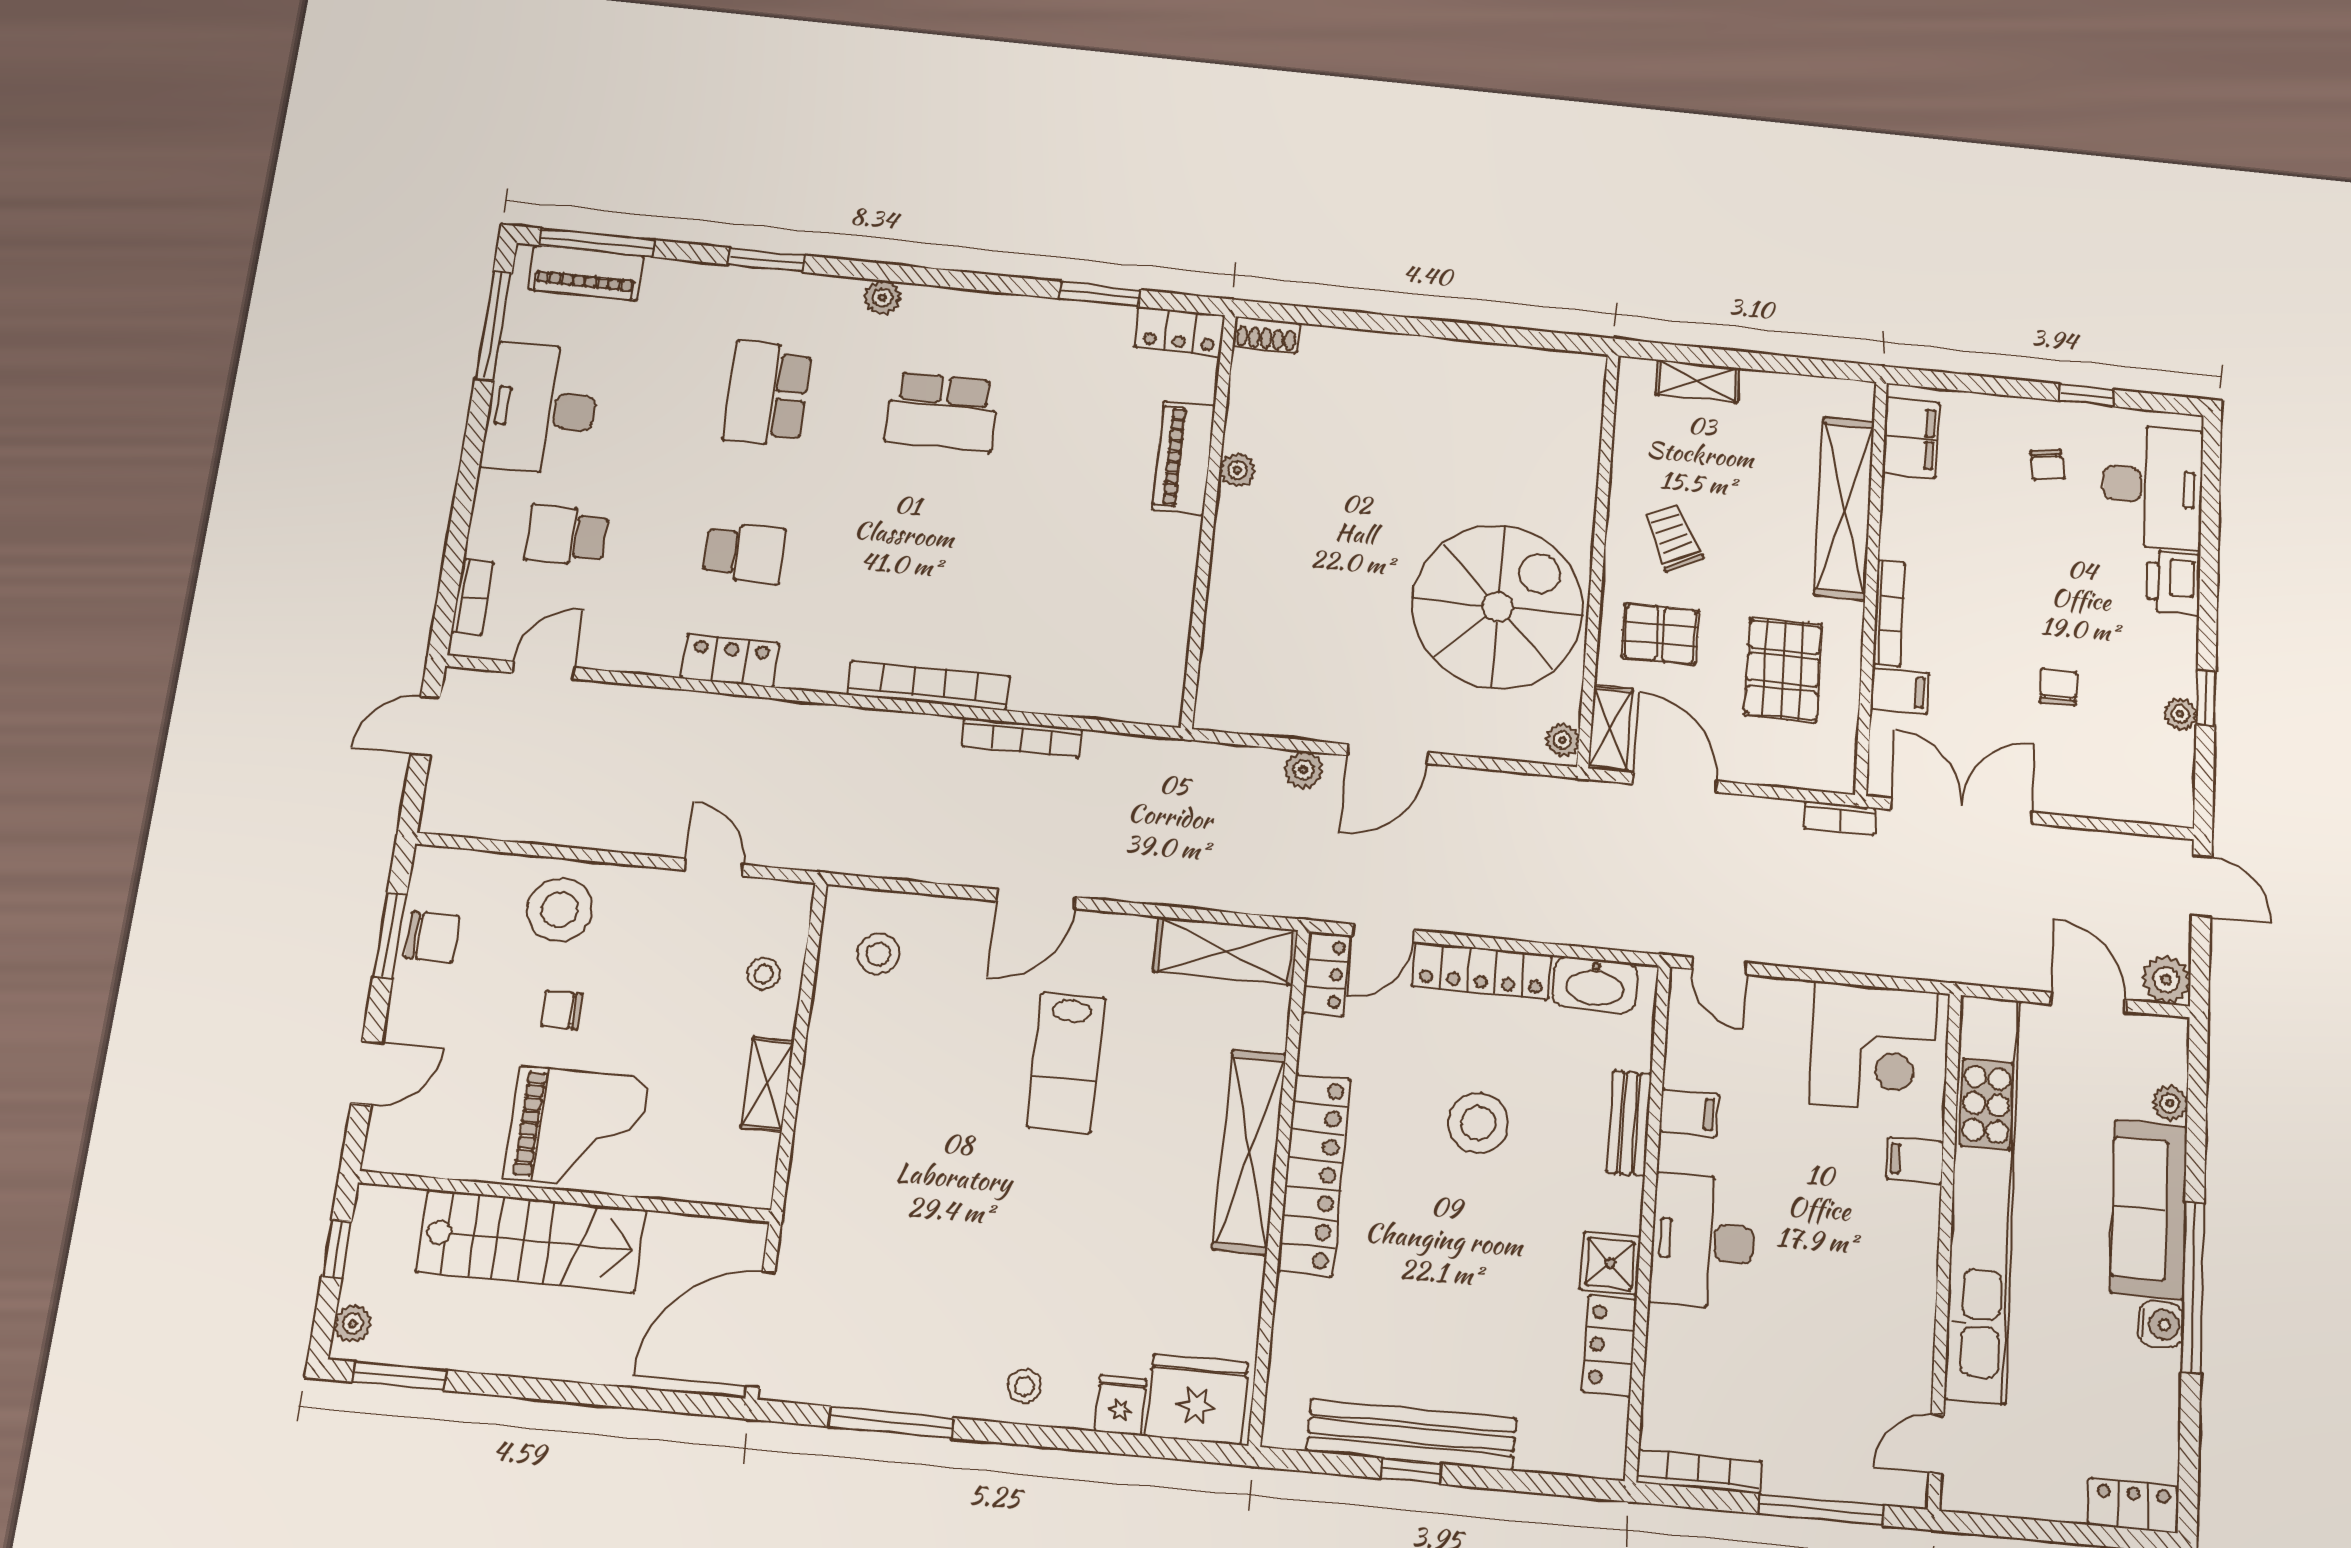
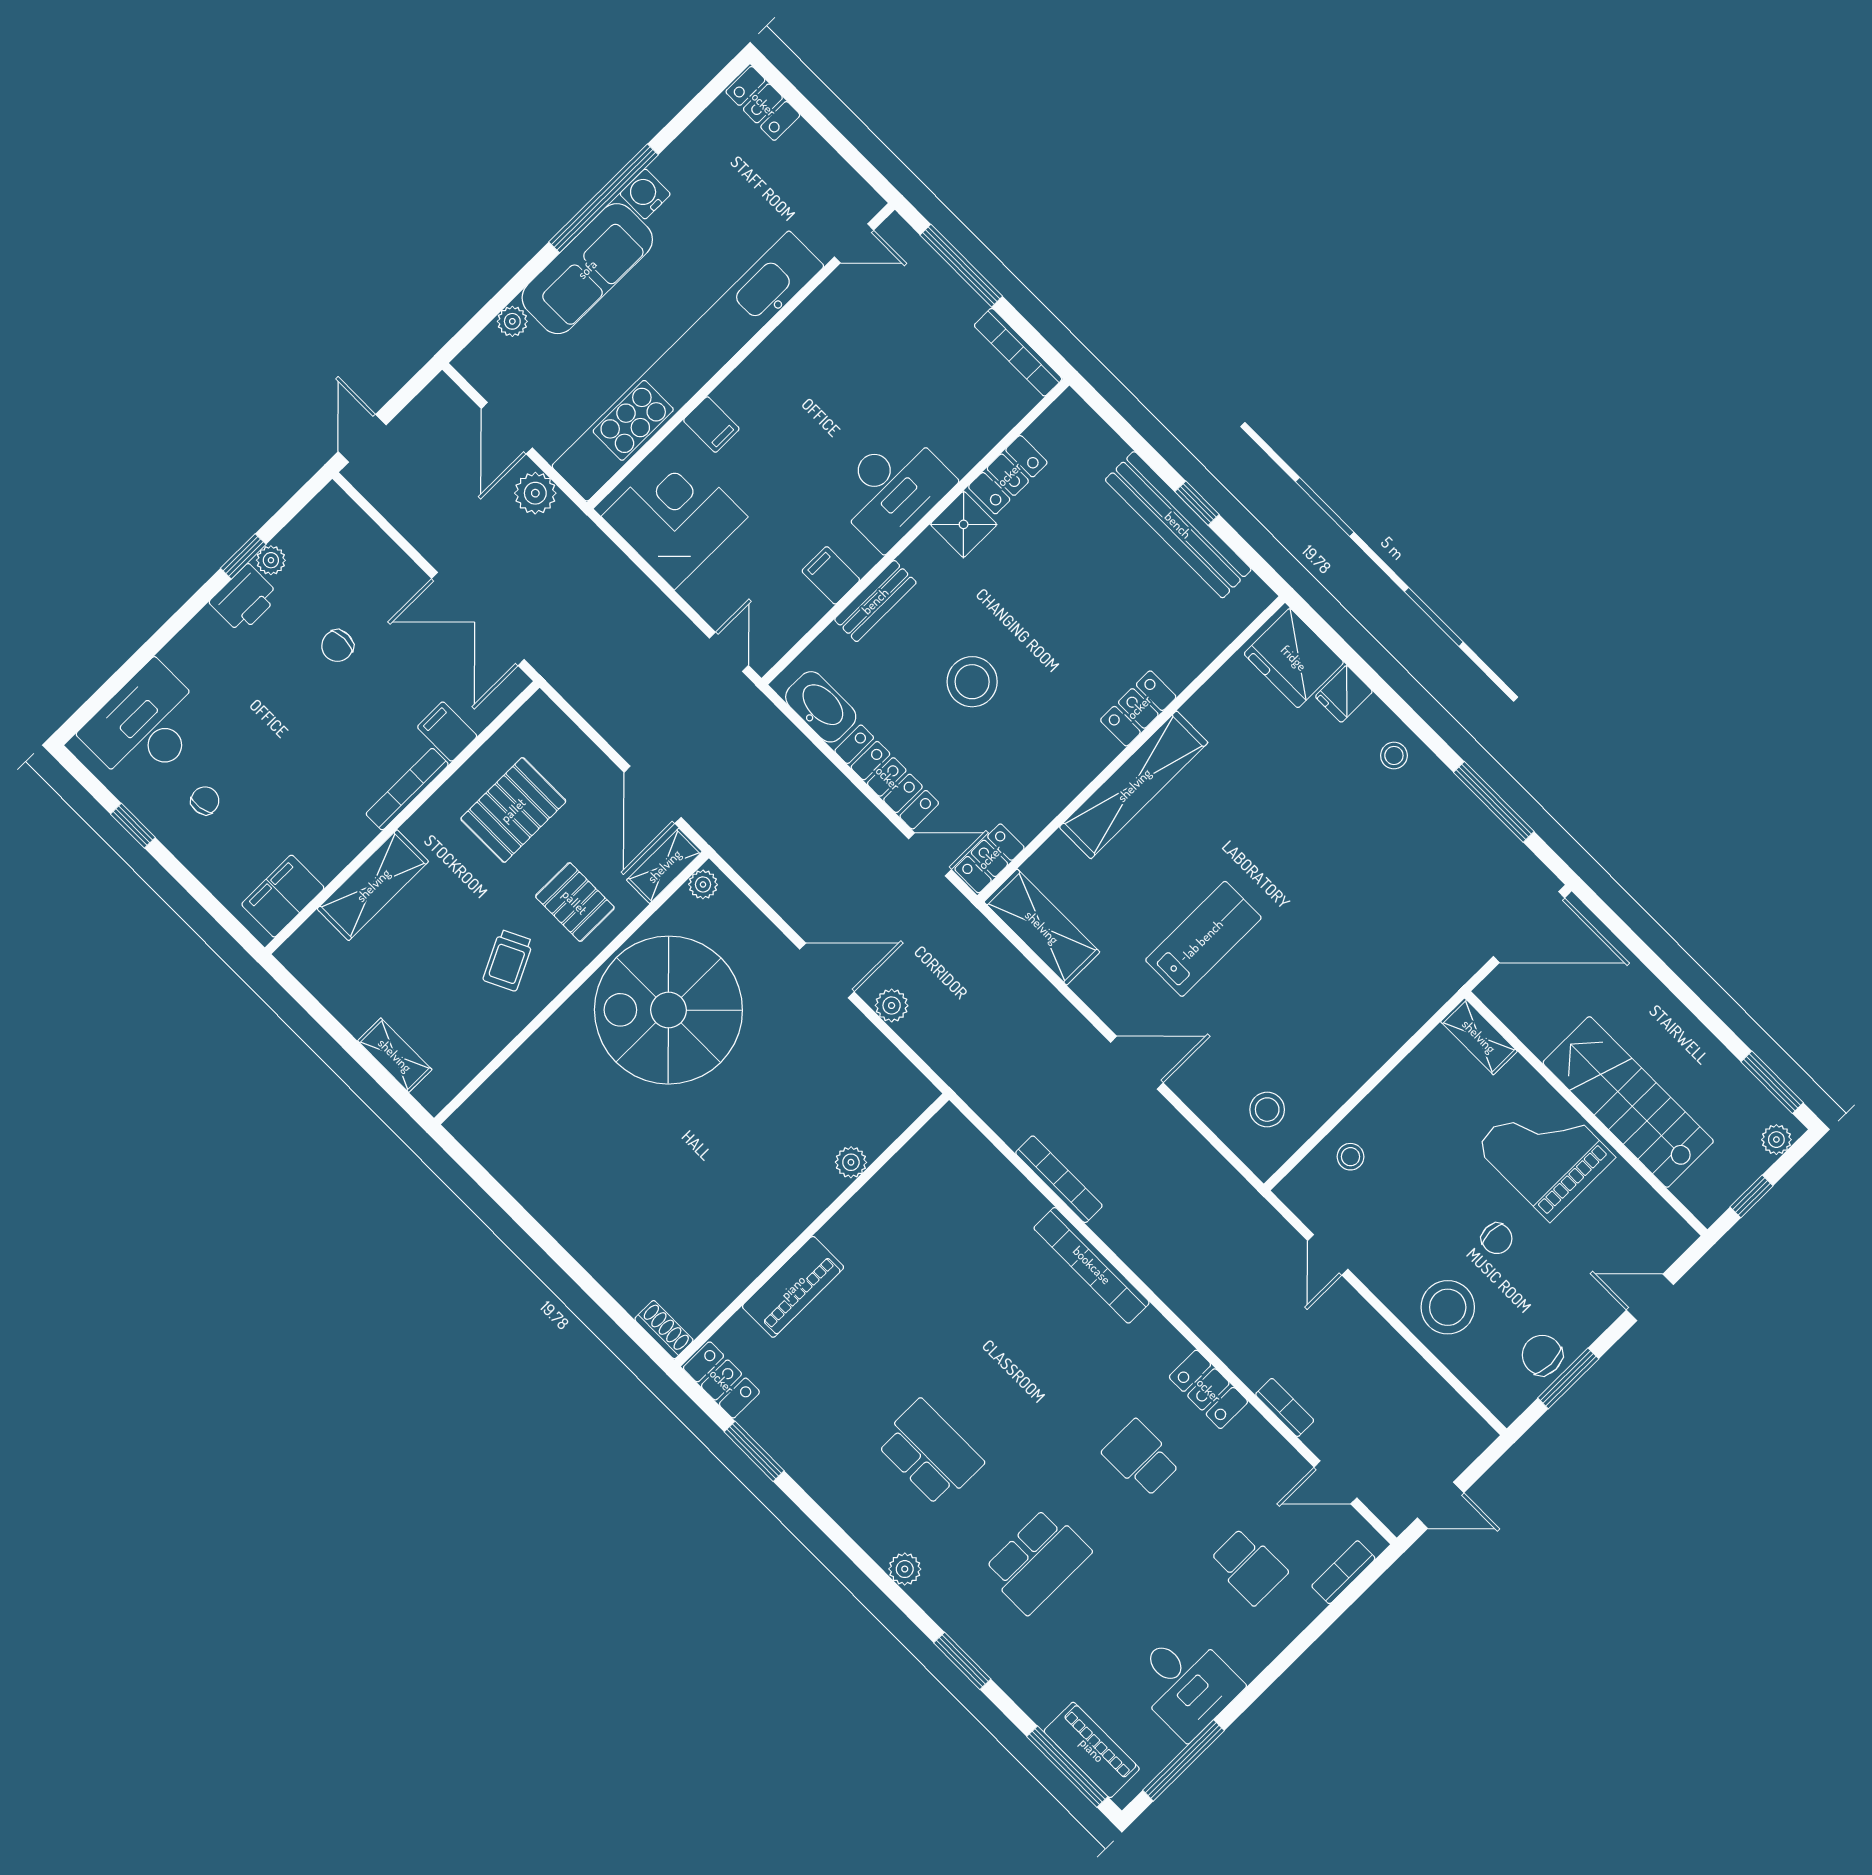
desk: (542, 409) -> (1186, 1683), width x0.73
plant: (1237, 470) -> (851, 1162), moved
shelving: (1844, 508) -> (373, 885), width x0.68
printer: (2173, 583) -> (244, 599), moved
bookcase: (1840, 818) -> (1285, 1408), moved
plant: (2166, 980) -> (535, 493), moved
shelving: (767, 1084) -> (1479, 1036), moved, turned 90
locker: (1314, 1174) -> (1138, 708), width x0.46, depth x0.83

